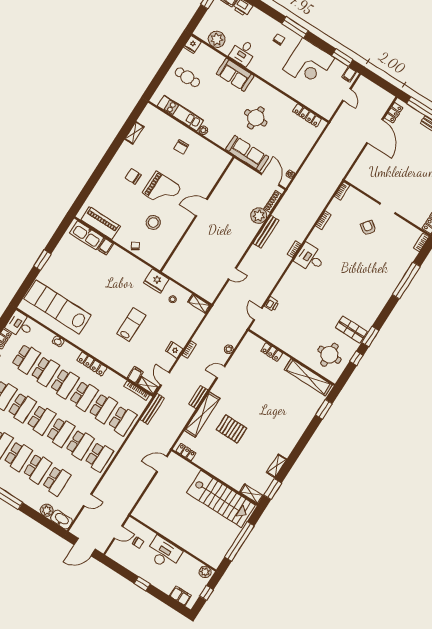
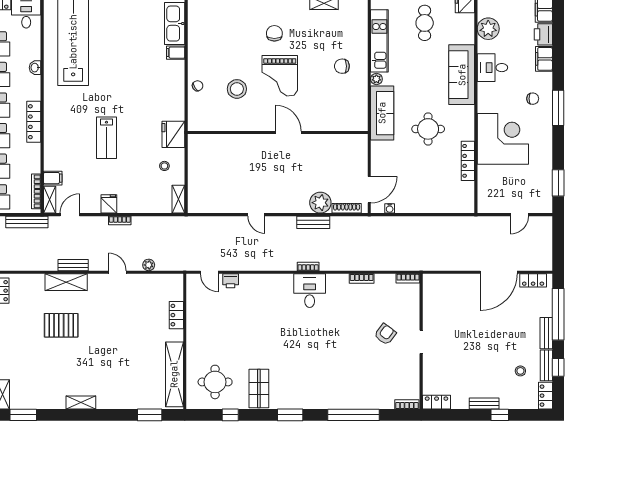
corner desk: (309, 64) -> (503, 139), moved, turned 180
sofa: (235, 75) -> (462, 75), width x1.36
filing cabinet: (349, 75) -> (544, 59), moved, width x2.00
locker: (307, 115) -> (468, 161), moved
sofa: (247, 153) -> (382, 113), moved
piano: (101, 223) -> (198, 30), removed
bench: (266, 232) -> (313, 222), width x0.73
door: (232, 274) -> (256, 215), moved
door: (258, 314) -> (209, 272), swing flipped
lab bench: (131, 325) -> (106, 138), turned 90
window: (370, 337) -> (290, 415), moved
shelving: (202, 415) -> (66, 282), width x0.68
pallet: (232, 429) -> (61, 325), turned 90
shelving: (277, 466) -> (81, 403), moved

